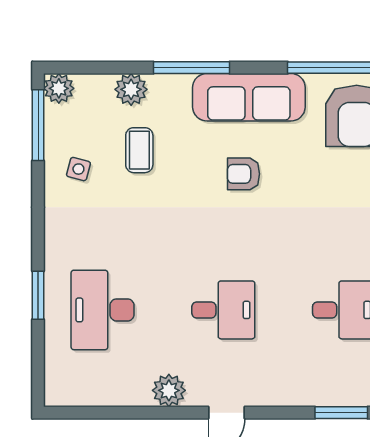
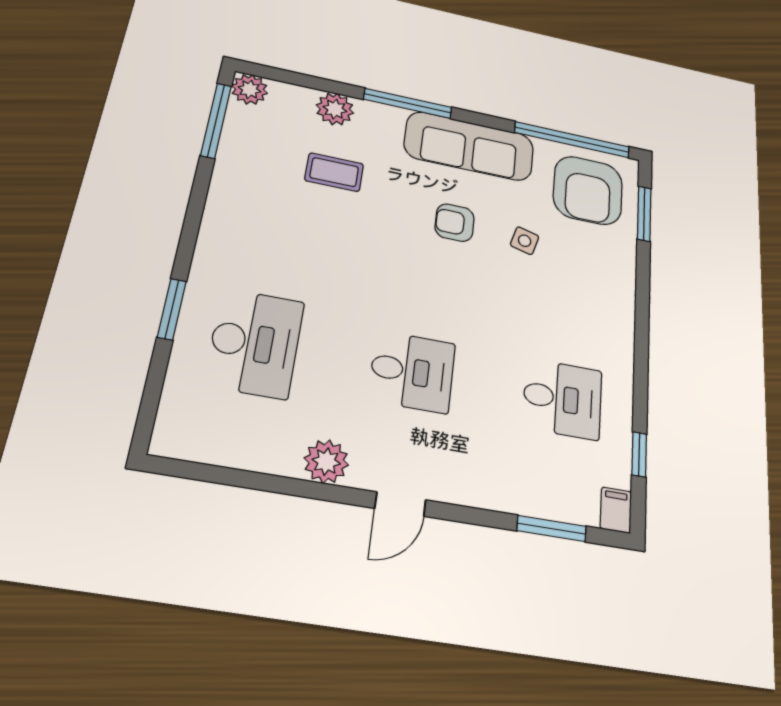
coffee table: (139, 150) -> (334, 172), turned 90
side table: (78, 169) -> (525, 241), moved
desk: (103, 310) -> (255, 343), turned 180

